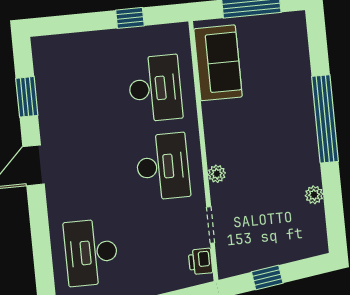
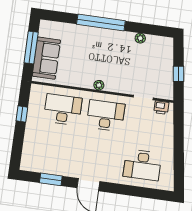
sofa: (218, 63) -> (46, 58), moved, turned 90
plant: (217, 174) -> (99, 85), moved

